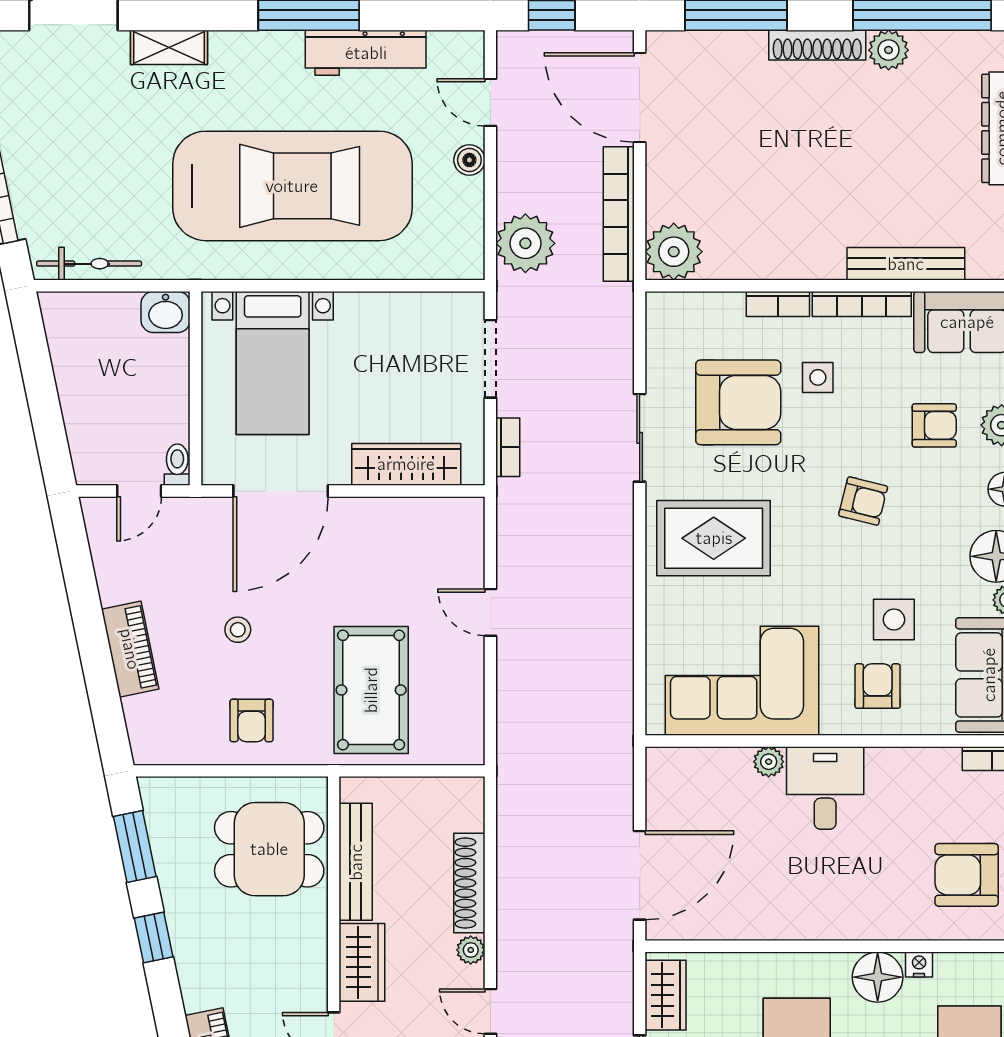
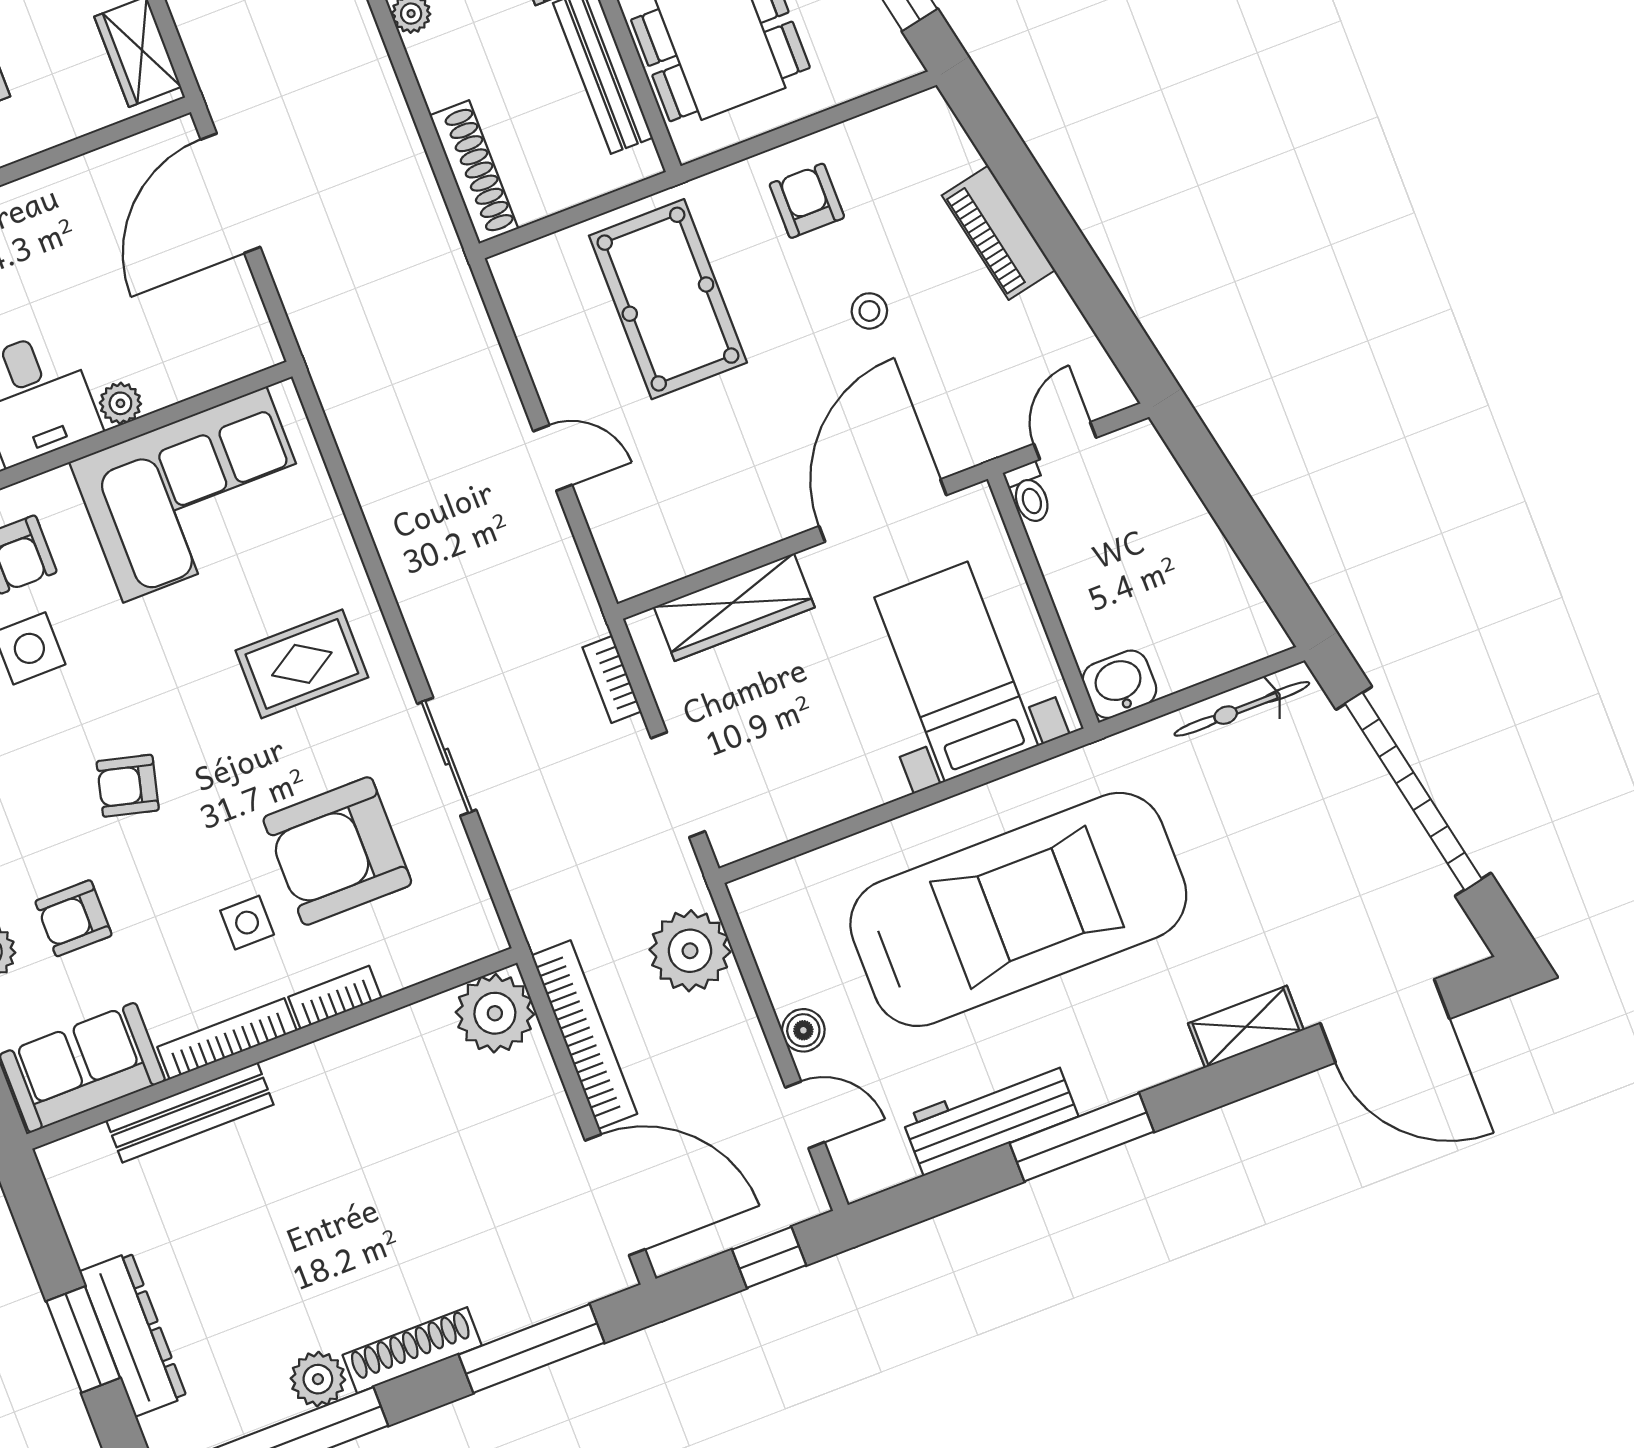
car: (292, 186) -> (1018, 909), turned 180
rug: (714, 538) -> (302, 664), width x0.73, depth x0.70
shoe rack: (469, 883) -> (474, 172), moved

